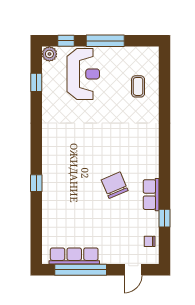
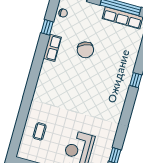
chair: (115, 185) -> (85, 50), moved

